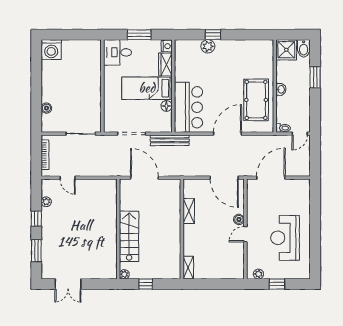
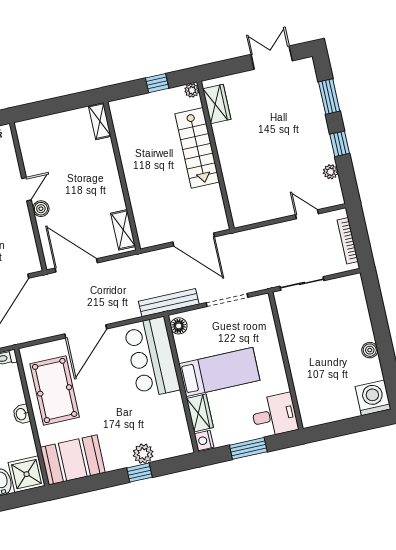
booth: (254, 52) -> (73, 460), added
floor lamp: (167, 106) -> (179, 326), moved
boiler: (46, 108) -> (370, 350), moved
shelving: (189, 211) -> (123, 230), moved
wardrobe: (110, 262) -> (217, 104), added

